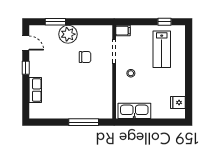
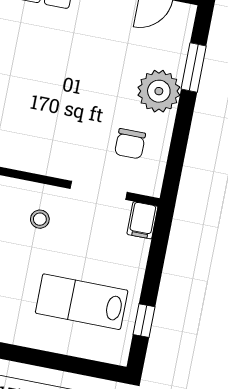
chair: (85, 57) -> (130, 144), moved

